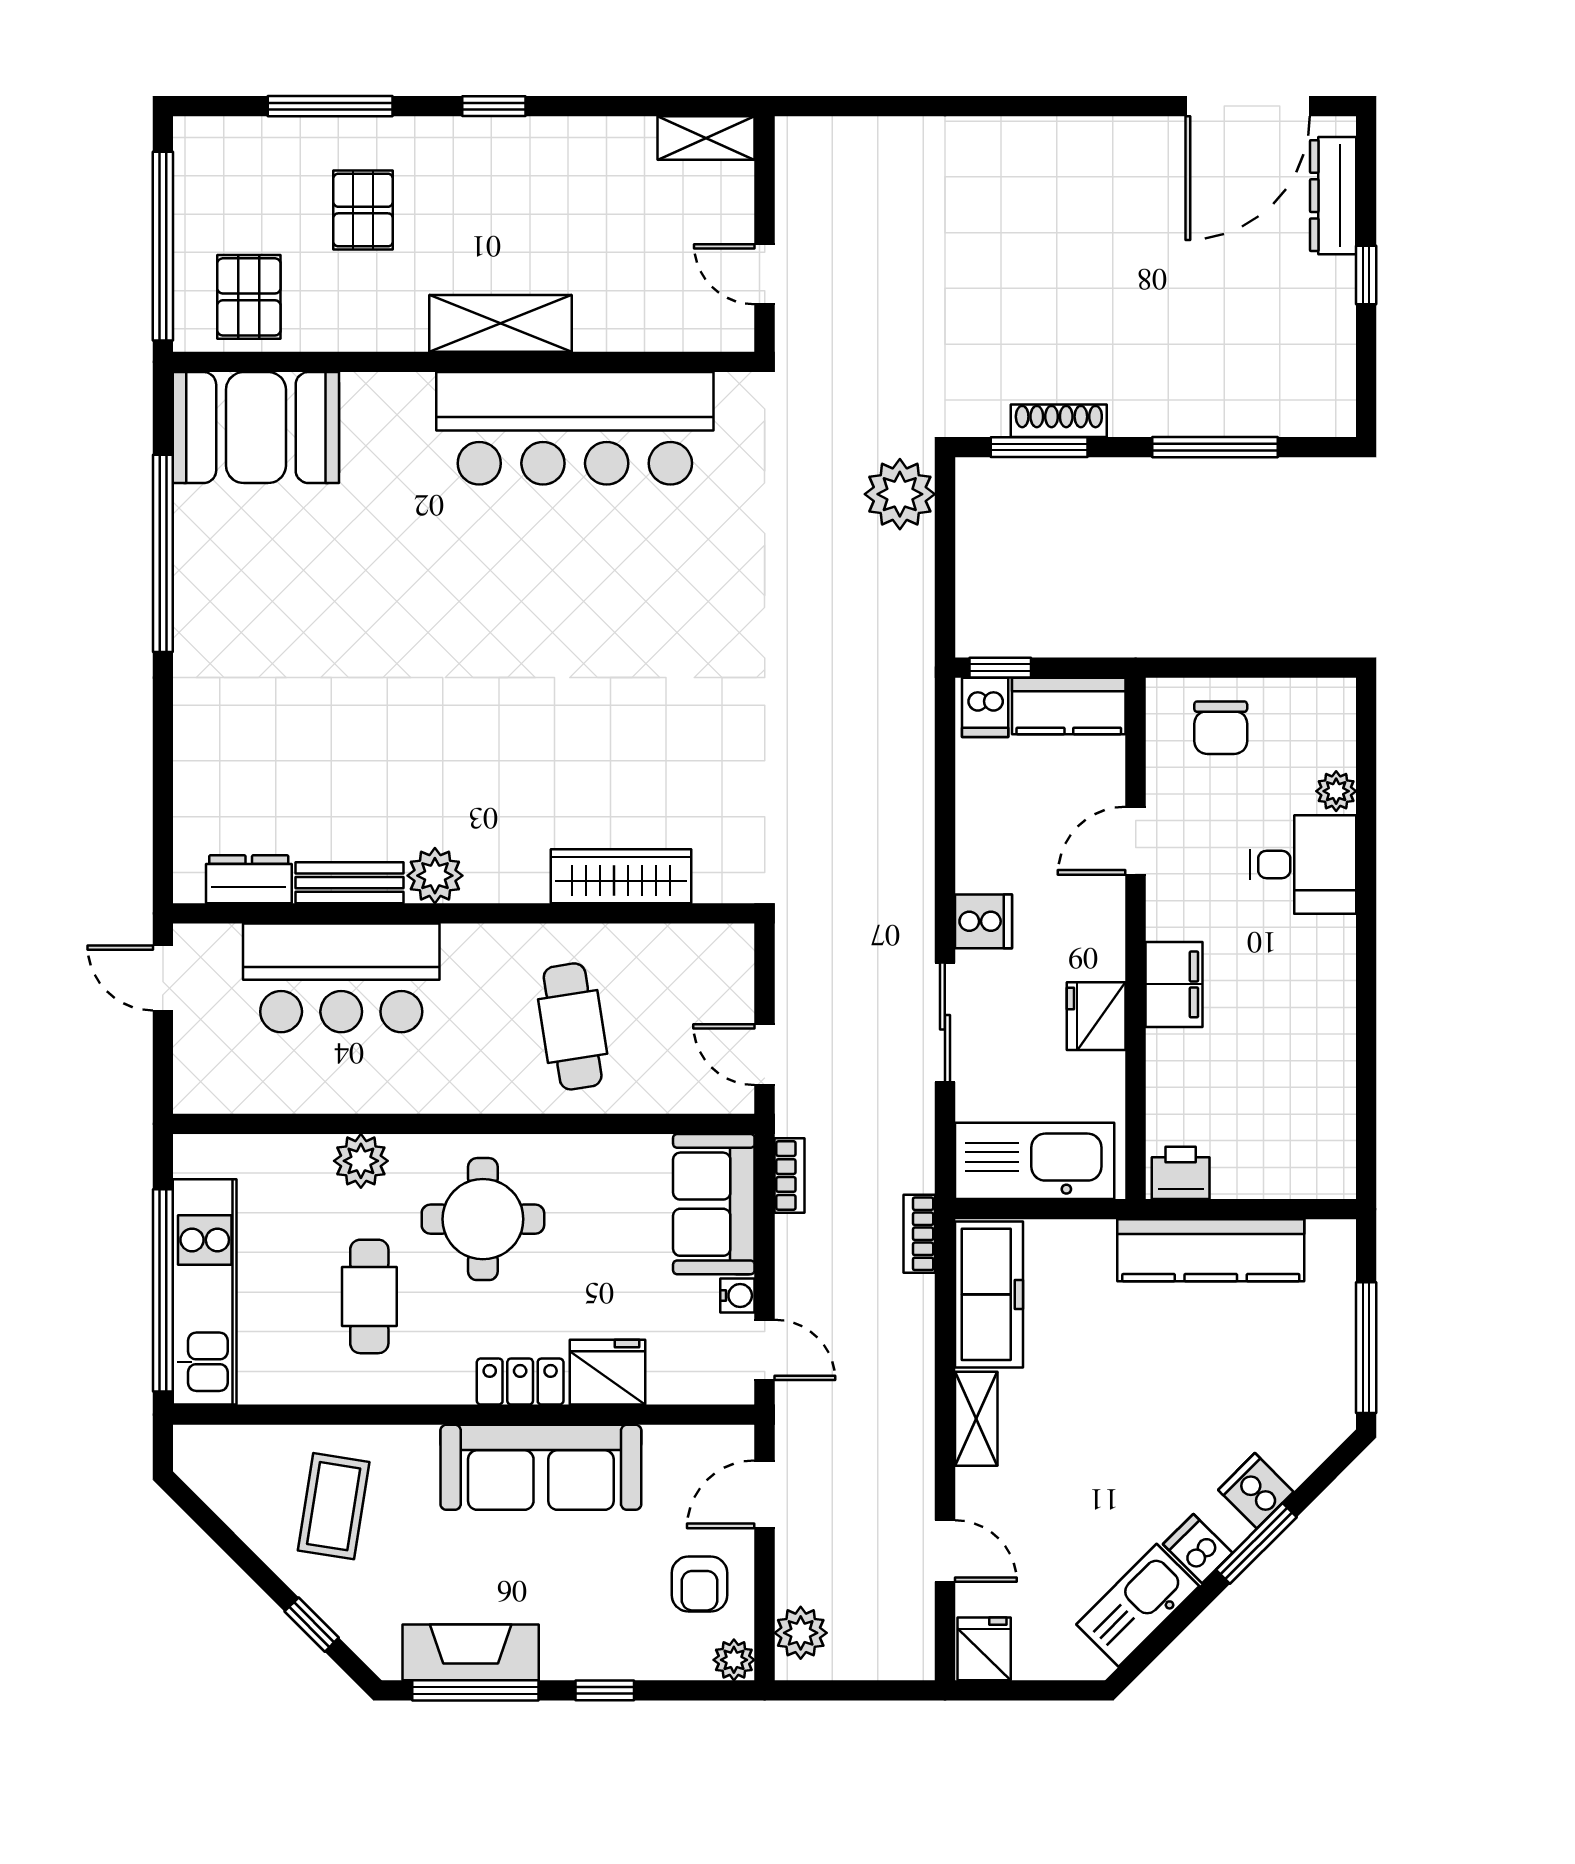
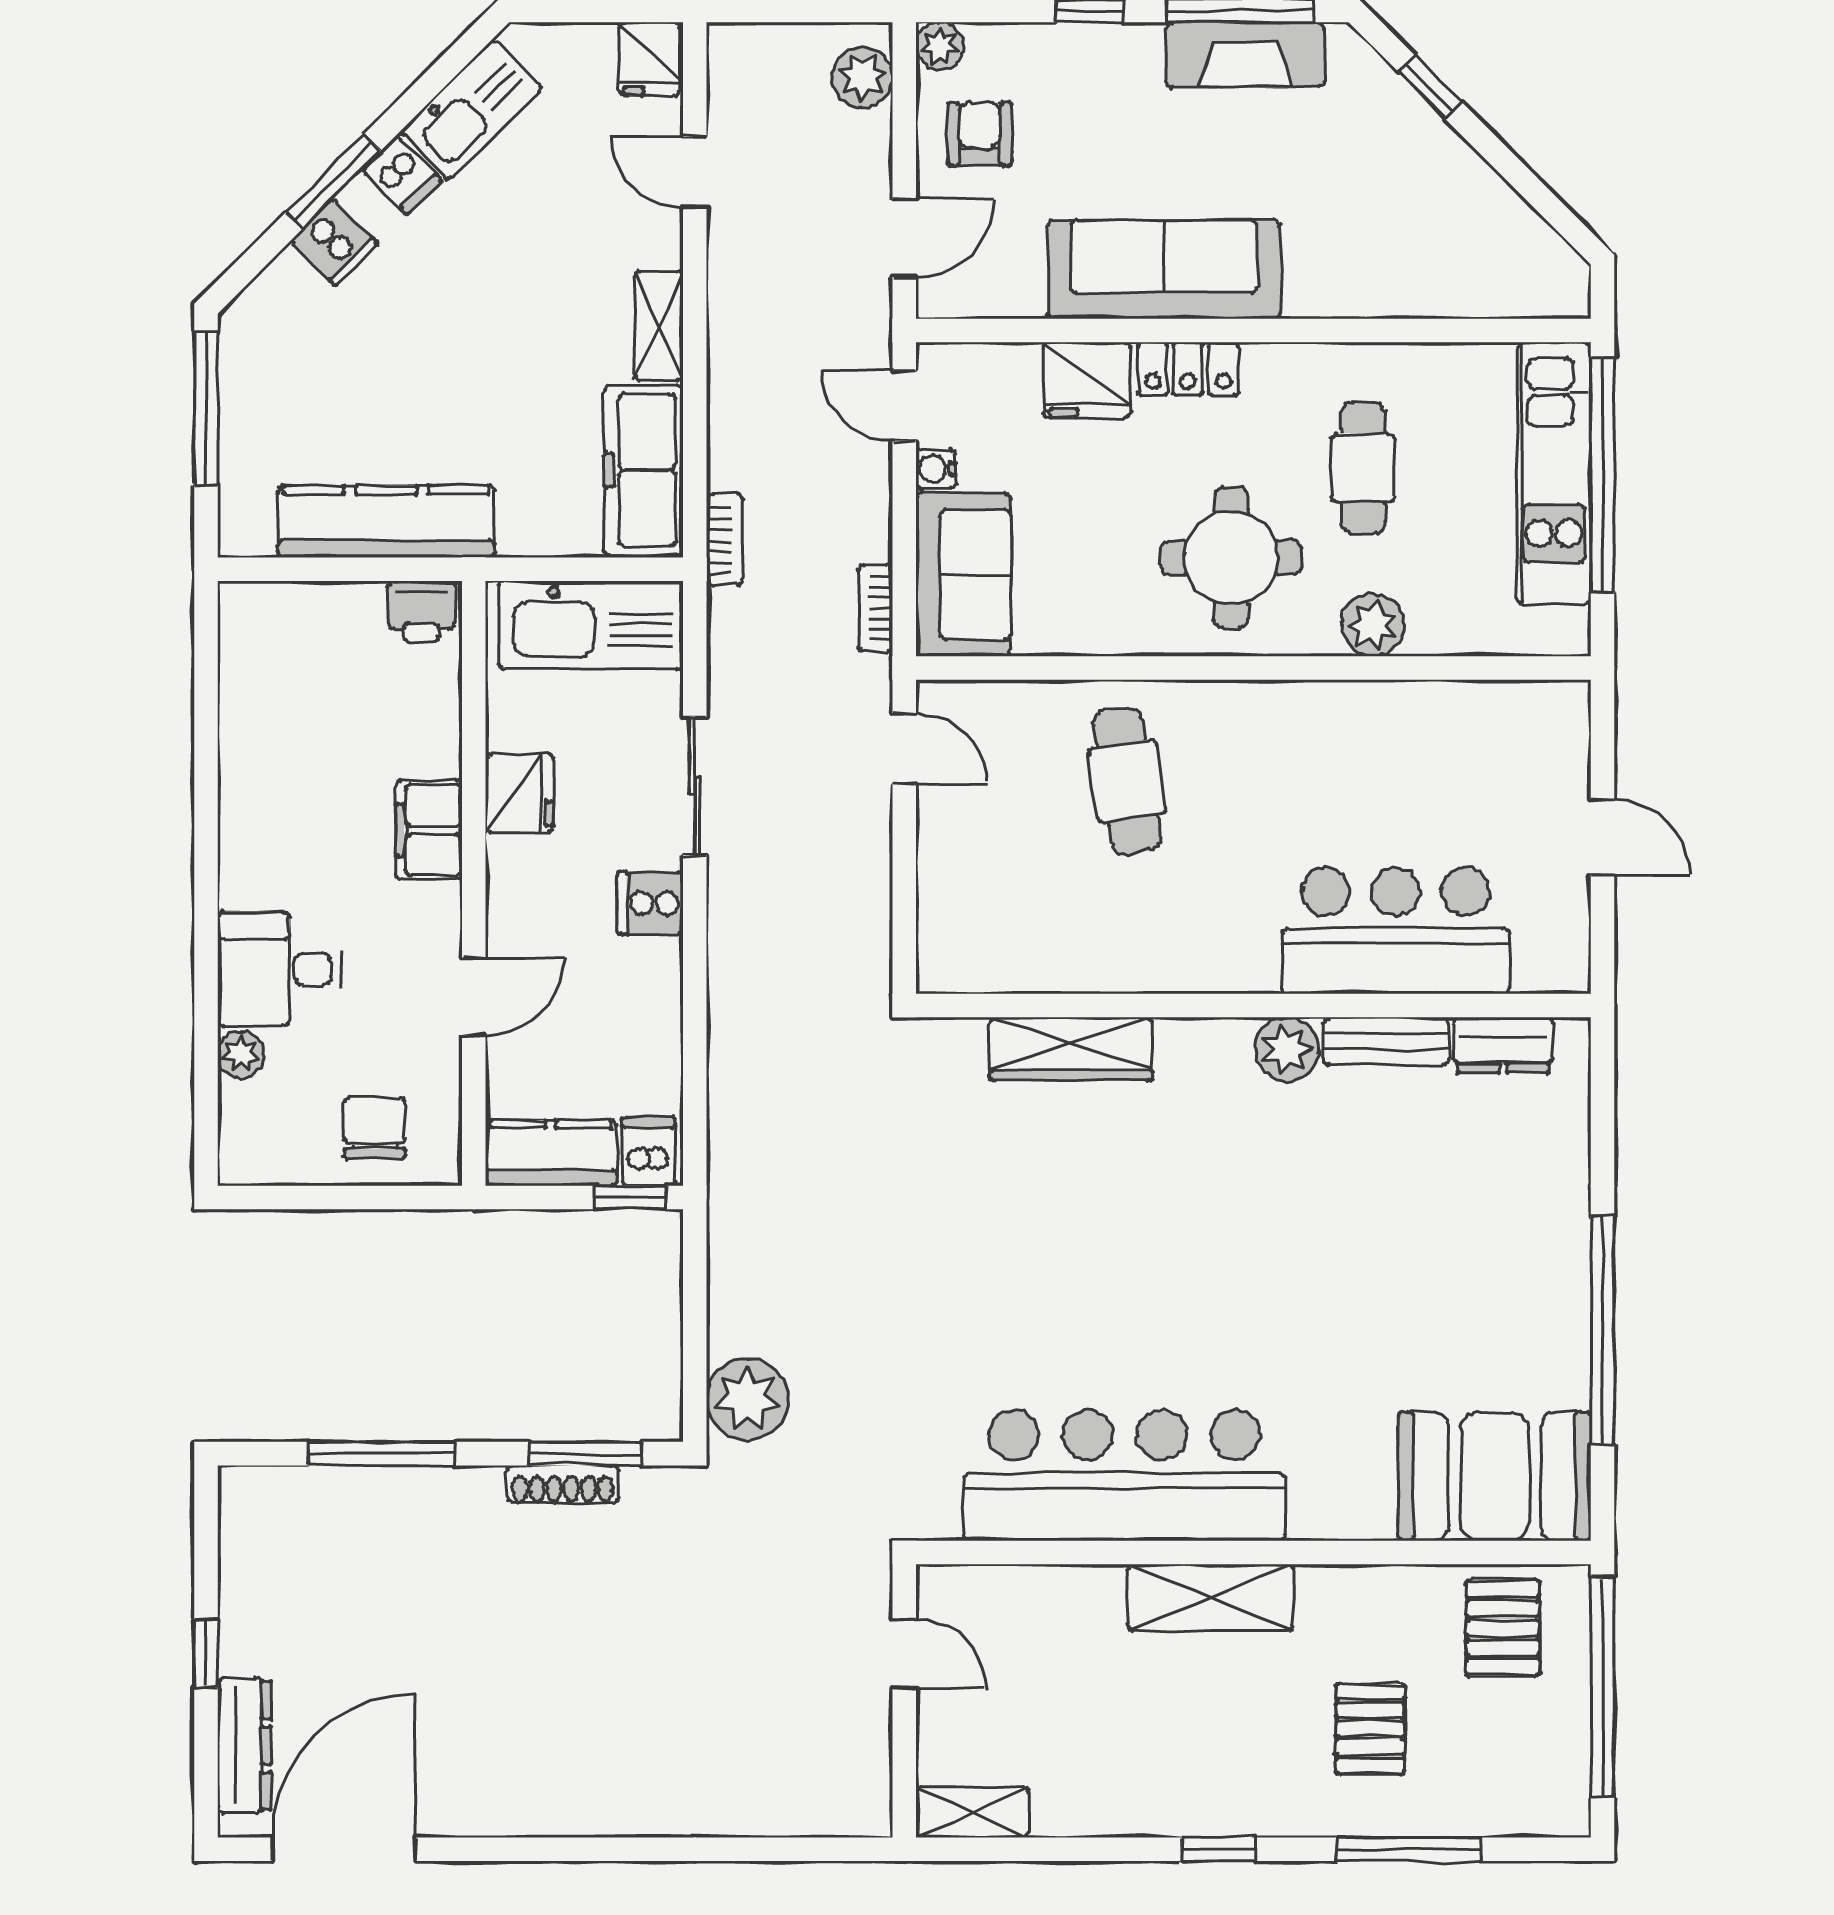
plant: (435, 876) -> (1287, 1049), moved
wardrobe: (621, 876) -> (1071, 1049), moved
dresser: (249, 879) -> (1503, 1045), moved
bench: (349, 883) -> (1386, 1041), moved
wall: (464, 913) -> (1253, 1006), moved
bar counter: (341, 978) -> (1396, 931), moved
coffee table: (334, 1506) -> (1404, 224), removed

